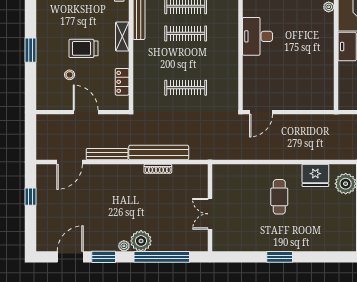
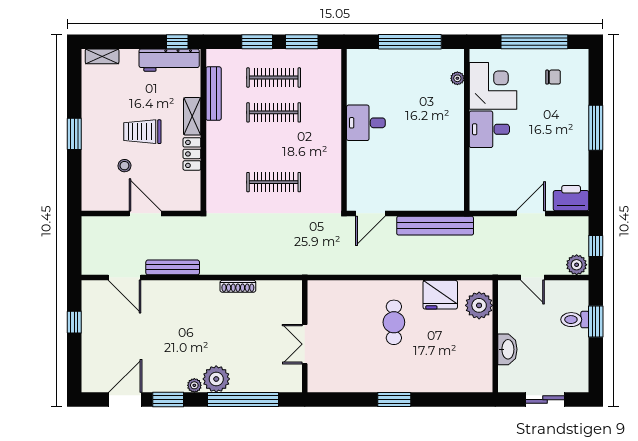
desk: (257, 36) -> (366, 123), width x0.73
locker: (122, 82) -> (192, 154), moved
bench: (159, 152) -> (435, 226), moved
door: (70, 162) -> (124, 278), hinge flipped

